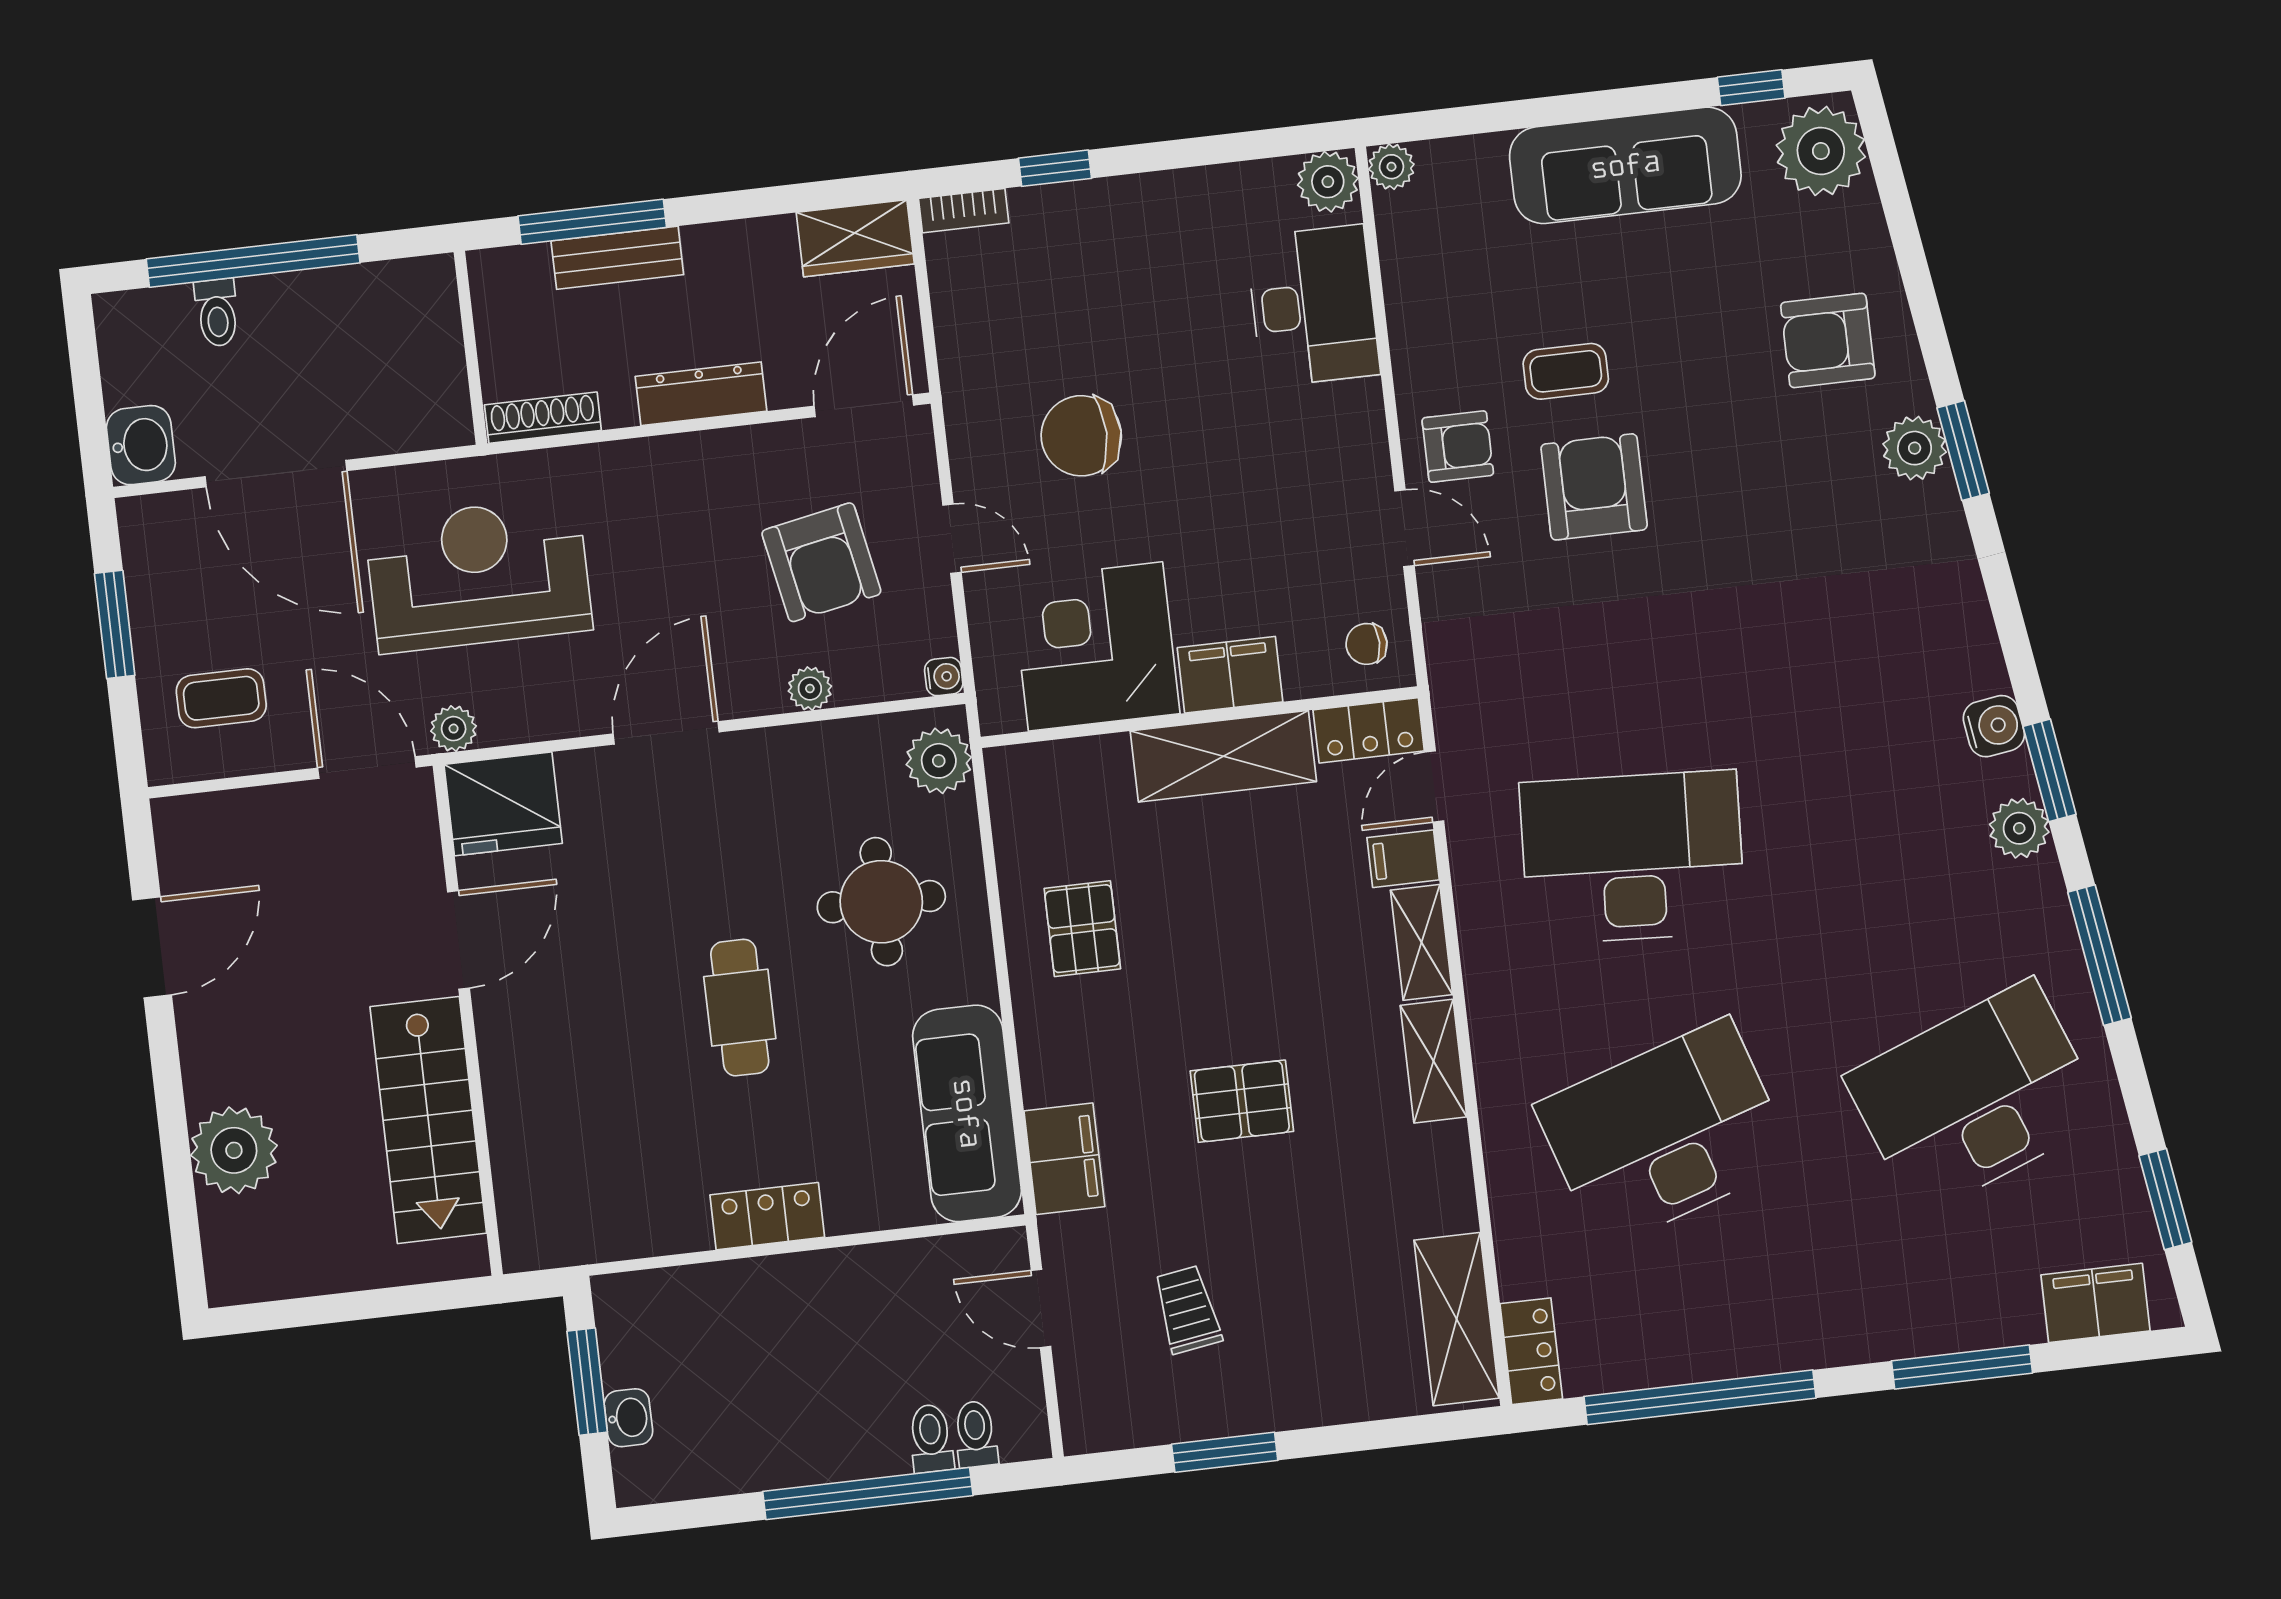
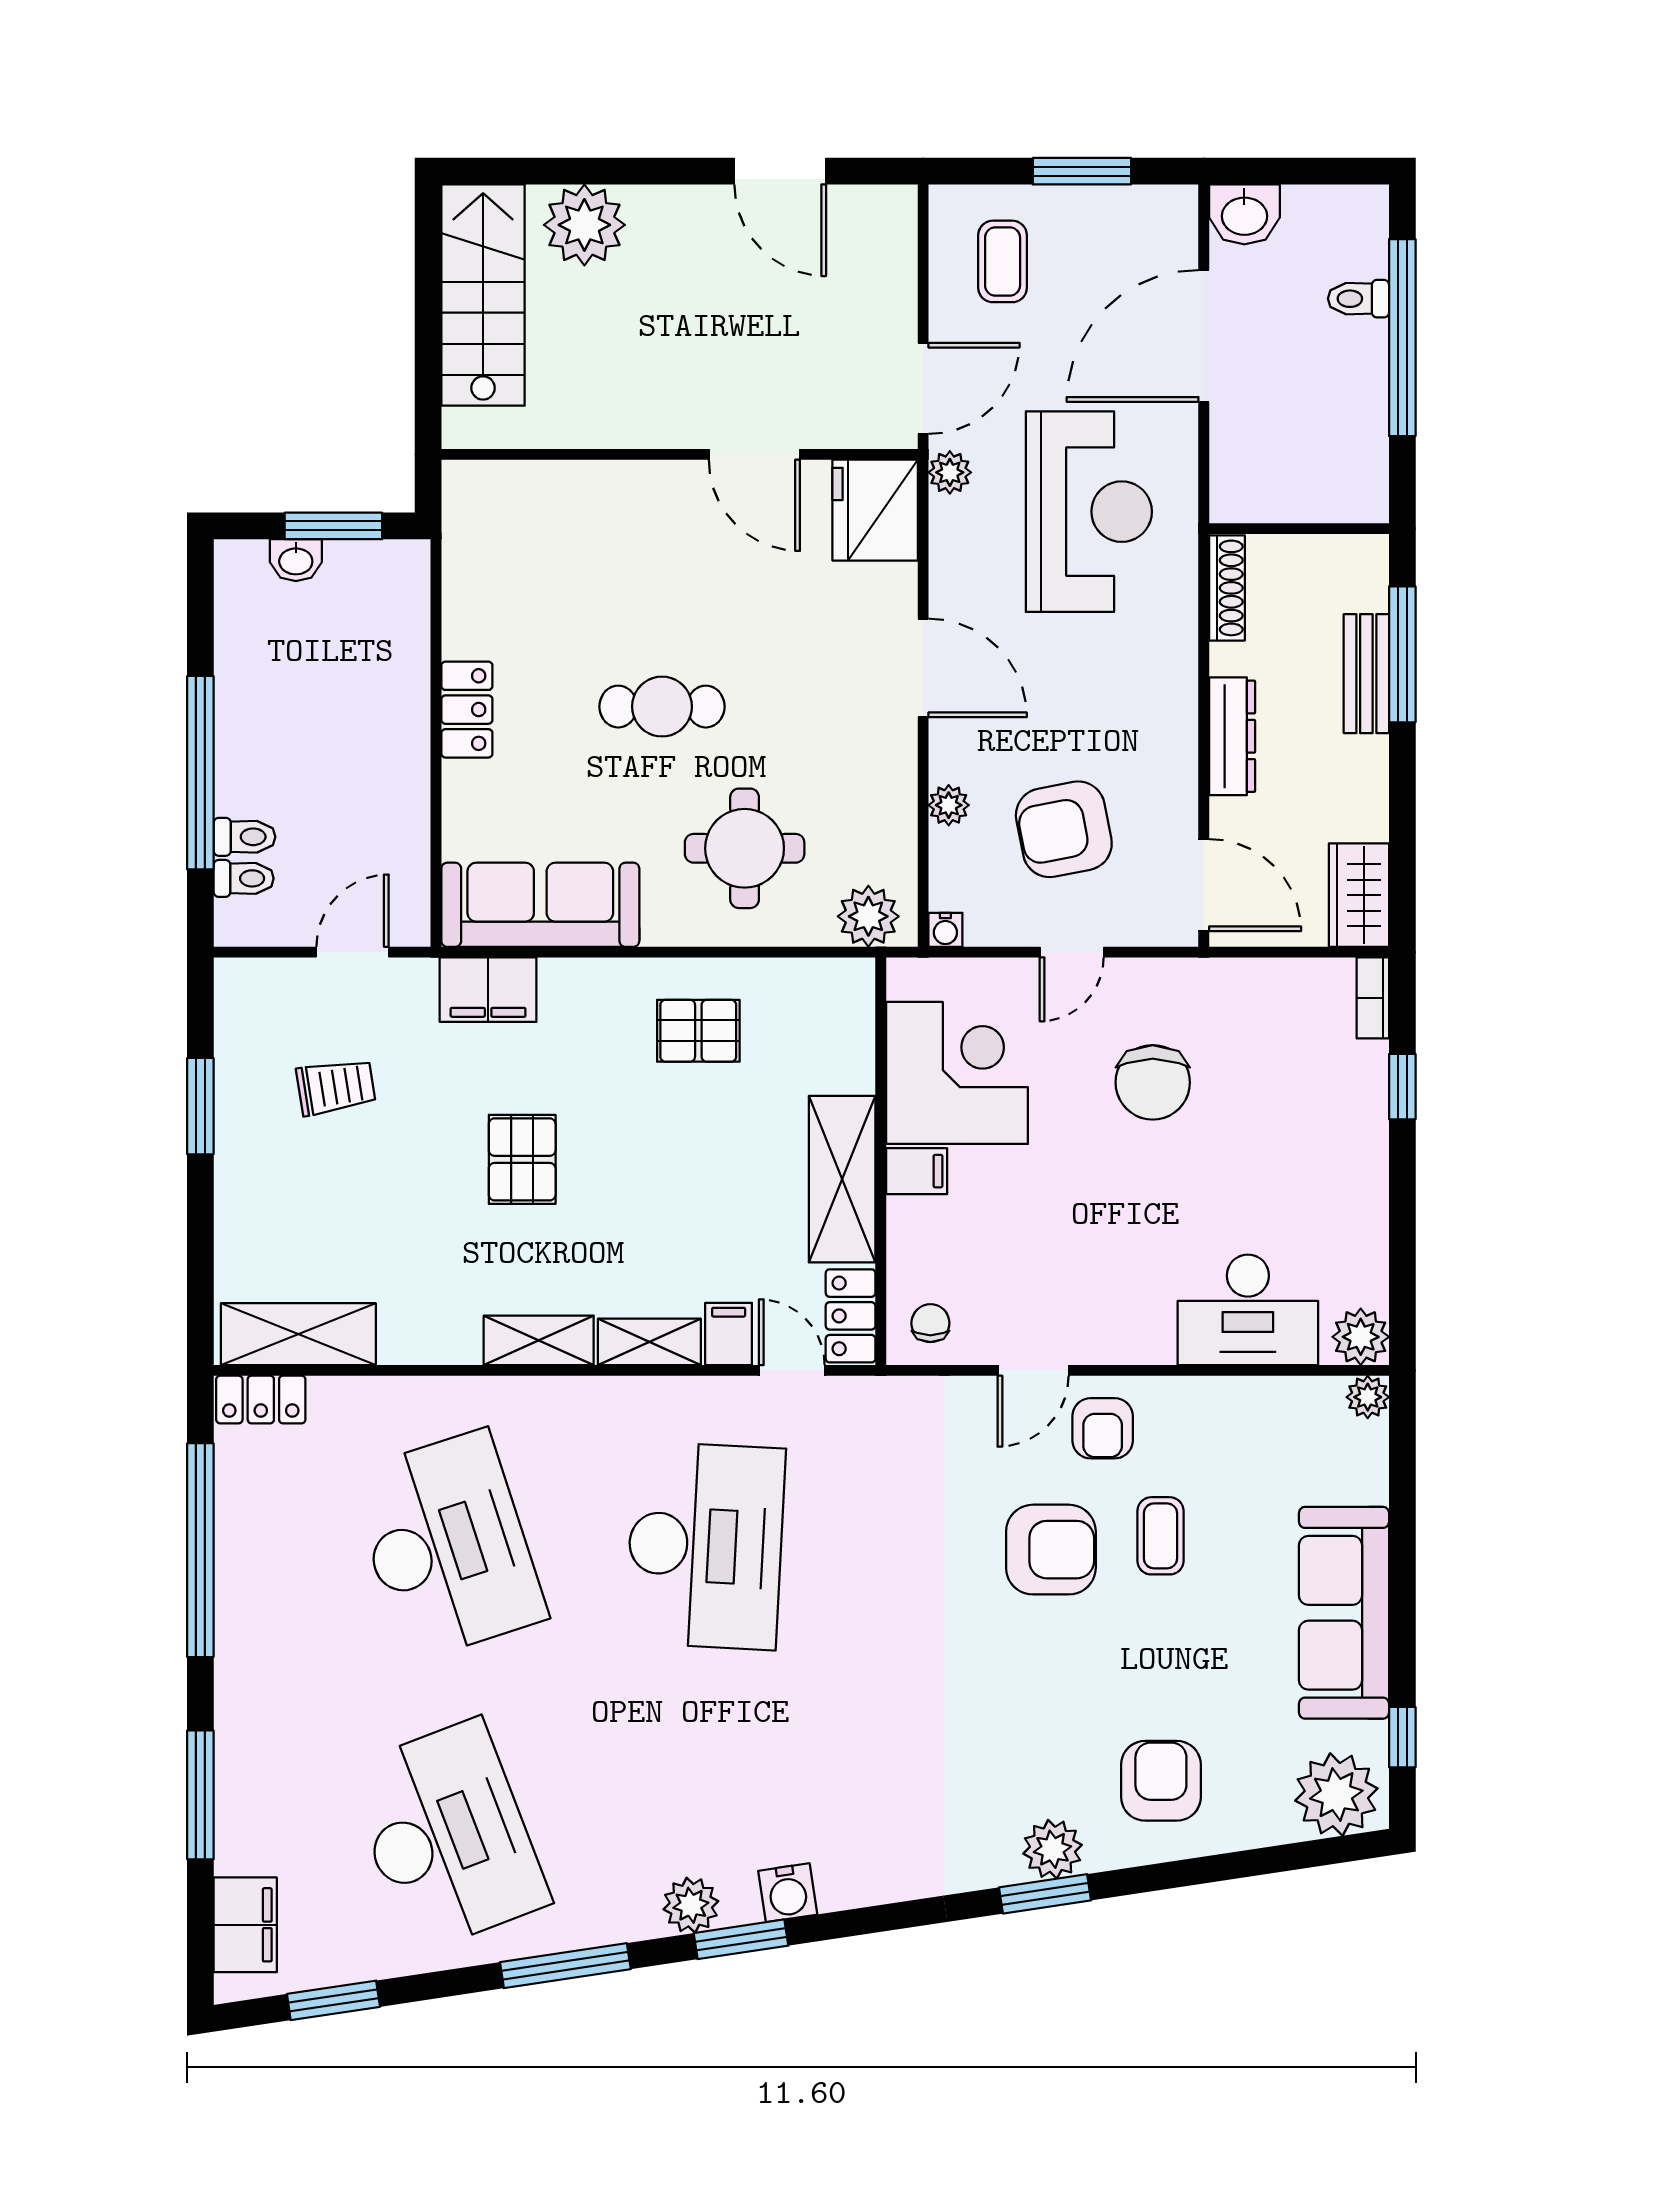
chair: (1081, 436) -> (1153, 1082), turned 180
filing cabinet: (1230, 675) -> (917, 1171), width x0.50
stairs: (428, 1120) -> (483, 295), moved, turned 90

